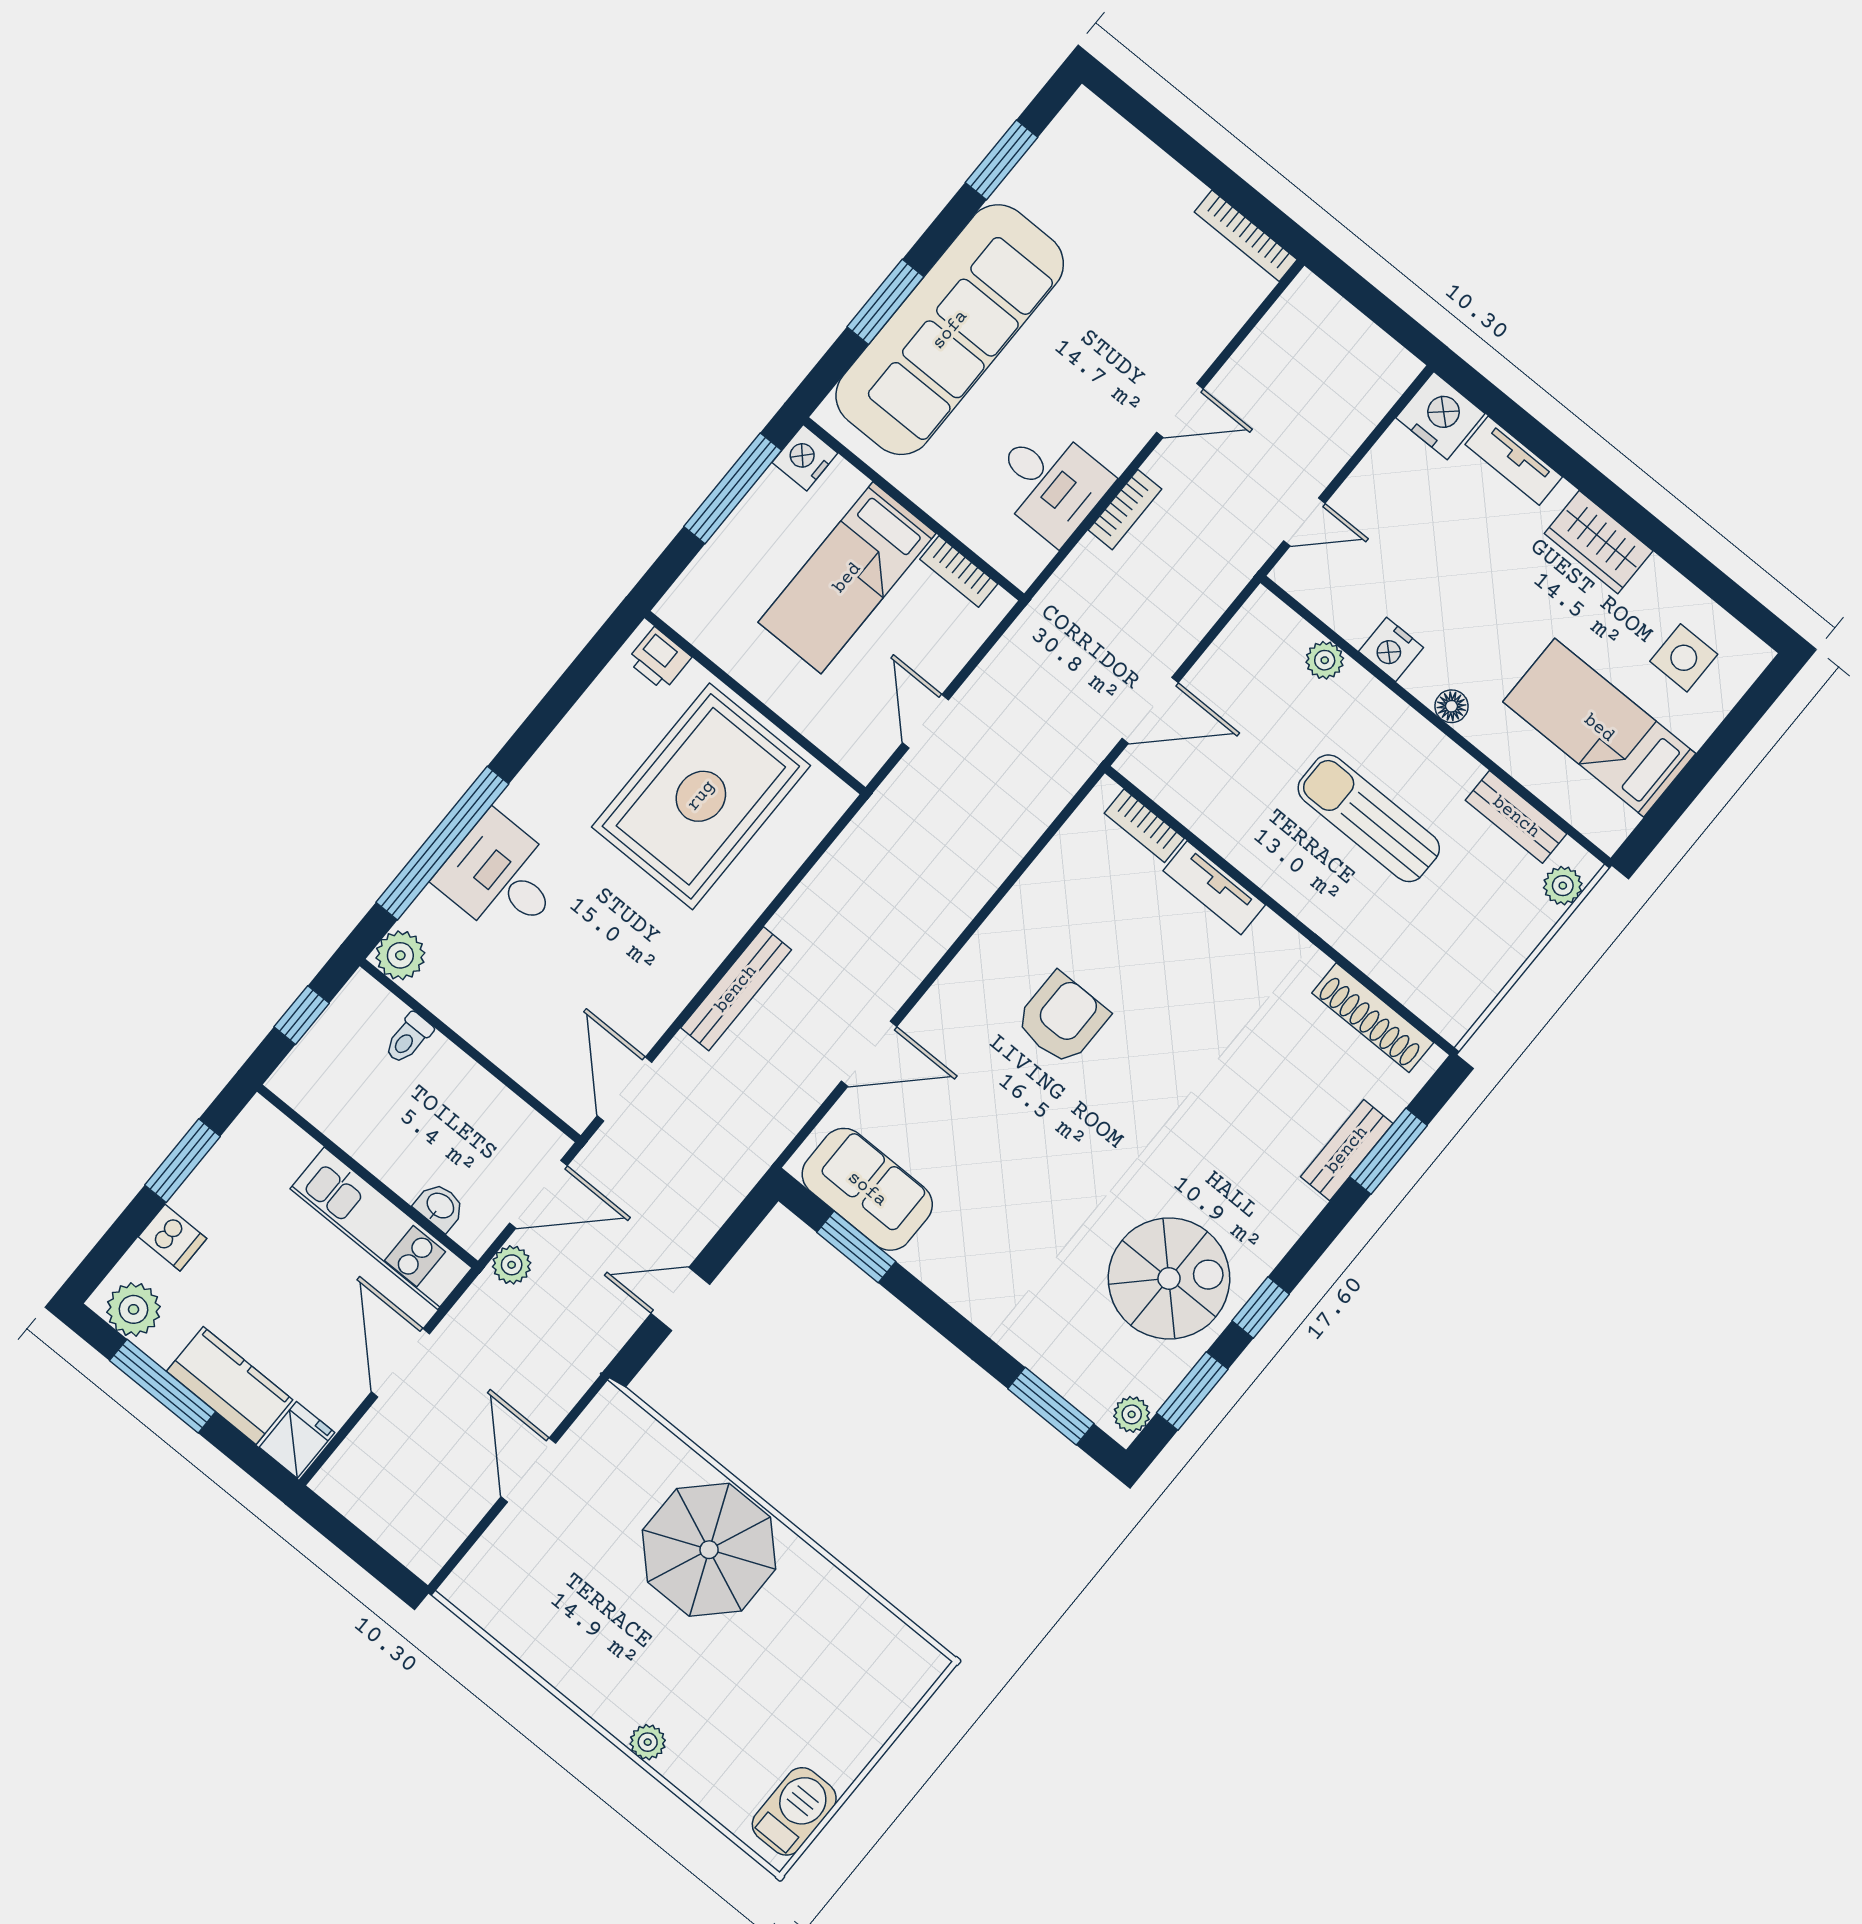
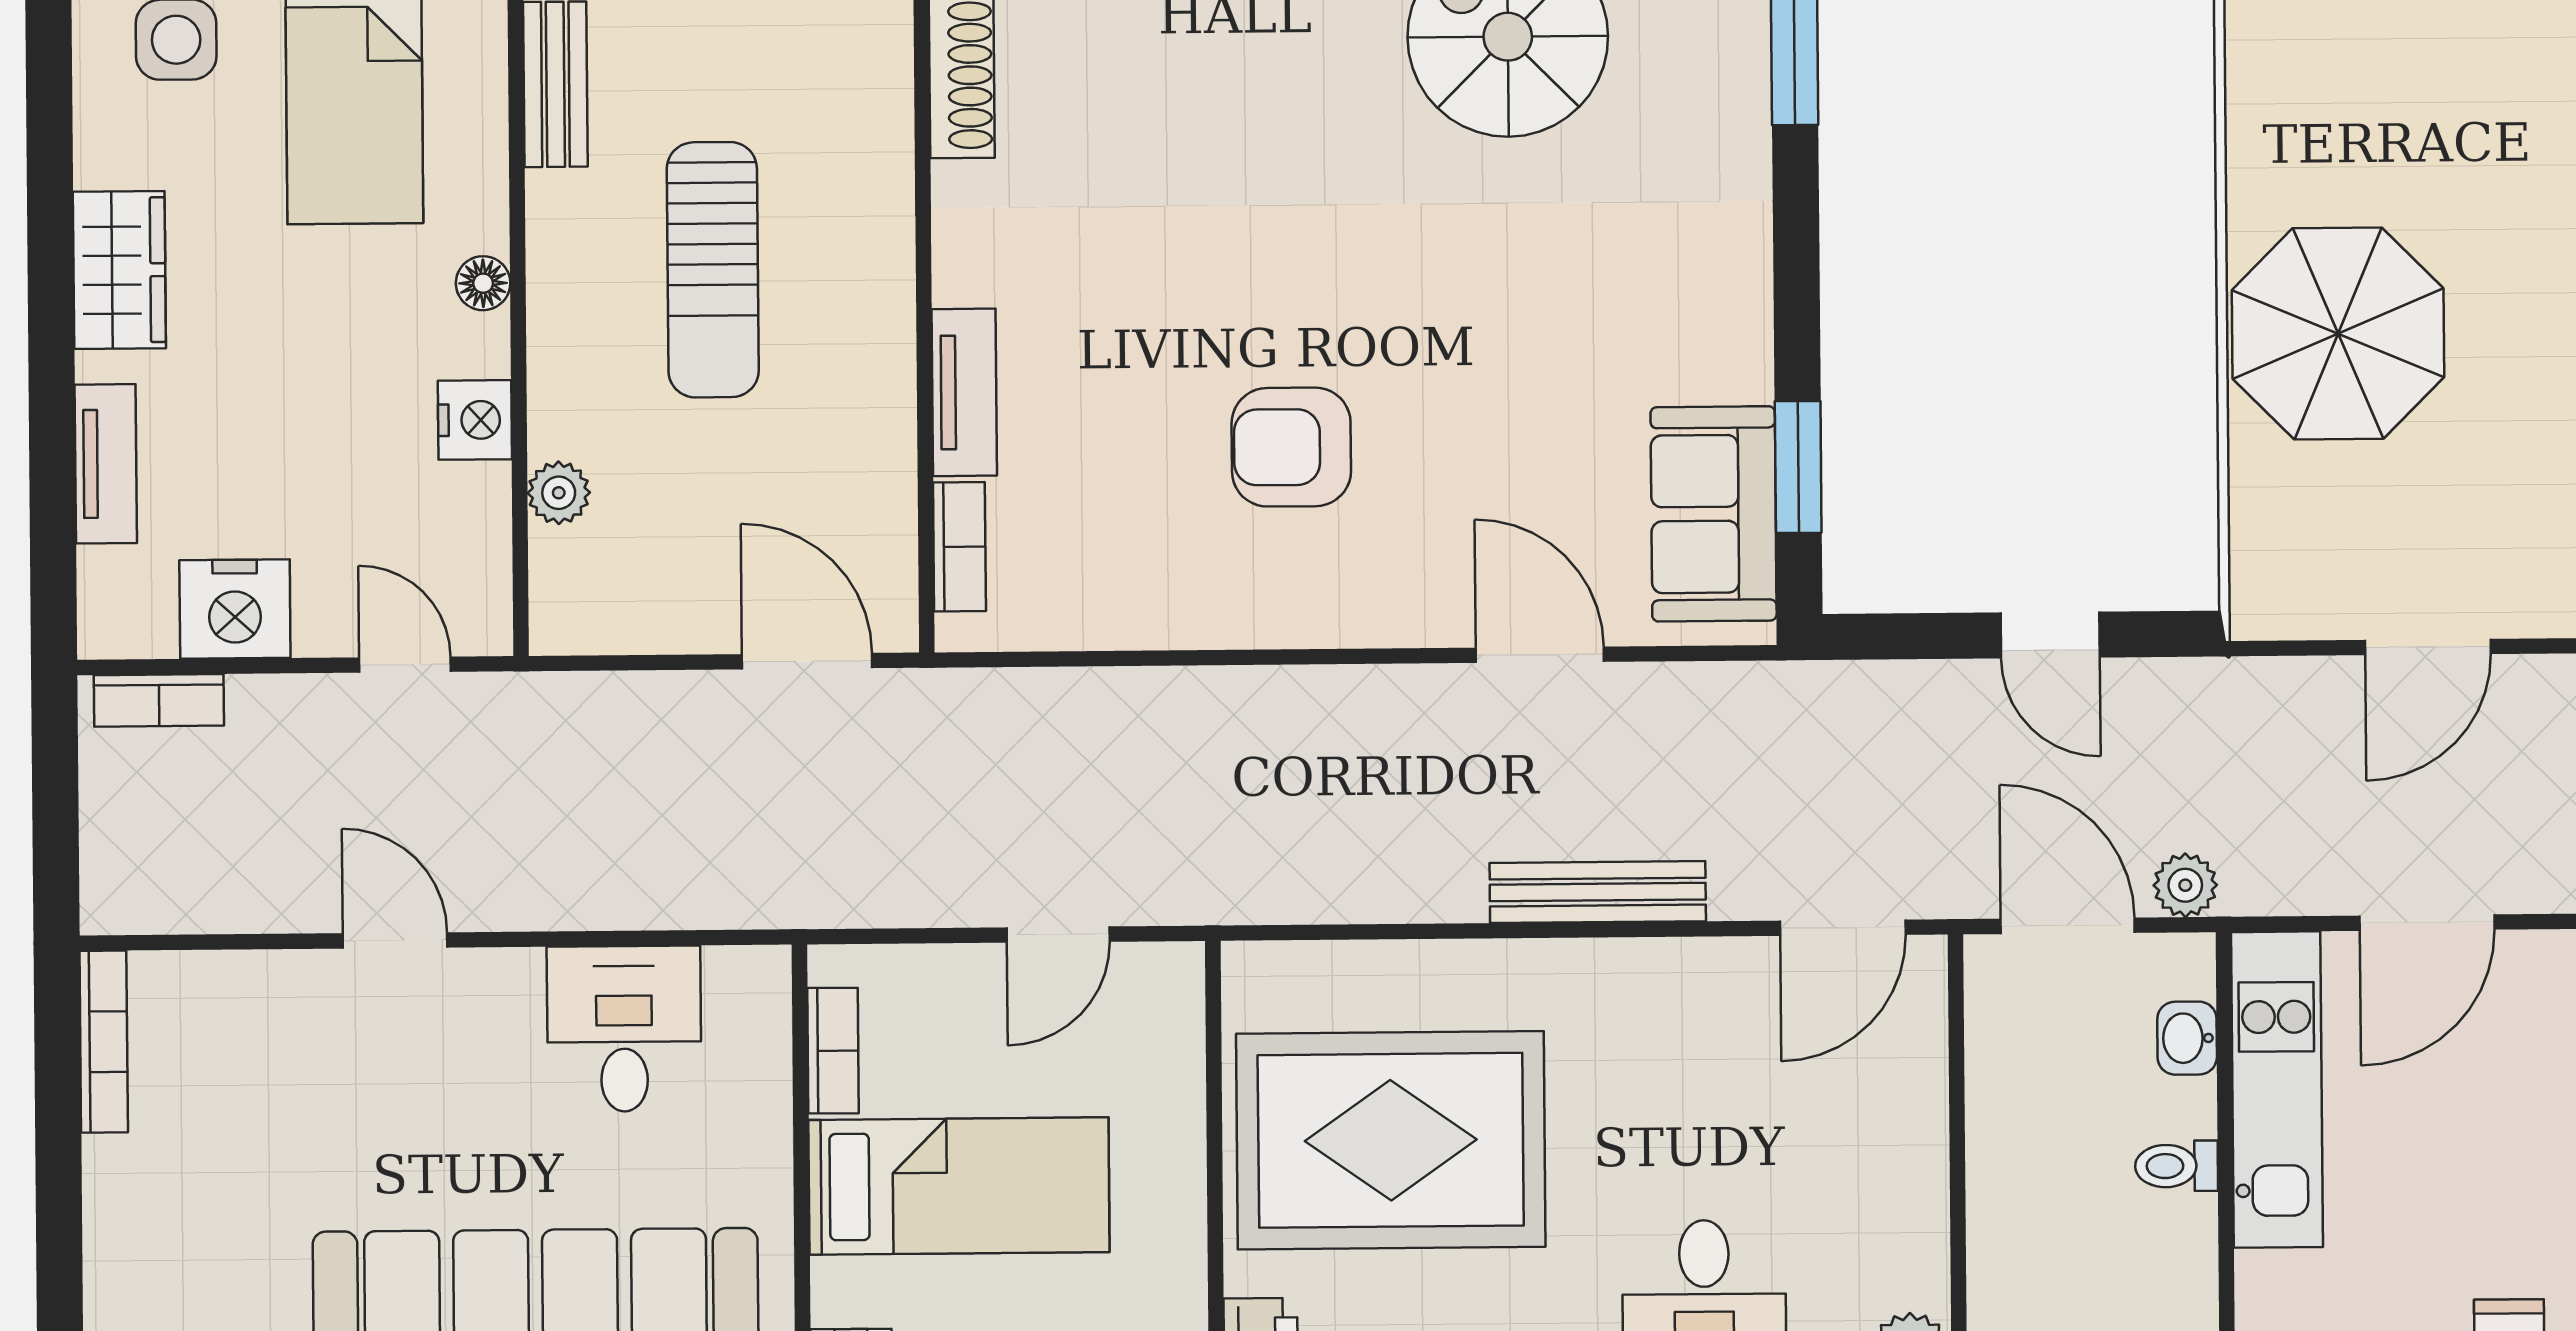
nightstand: (1440, 416) -> (235, 609), moved, turned -90
bookcase: (1125, 510) -> (159, 700), moved, turned 180
toilet: (408, 1038) -> (2177, 1166), moved, turned 180

